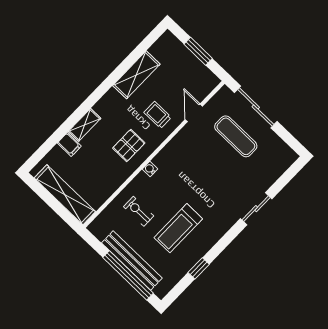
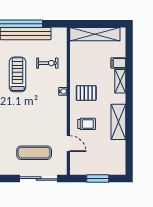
shelving: (136, 75) -> (118, 122), moved
pallet: (129, 145) -> (86, 93), turned 90

